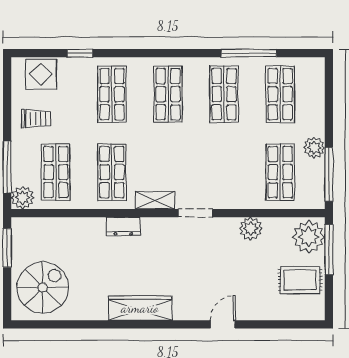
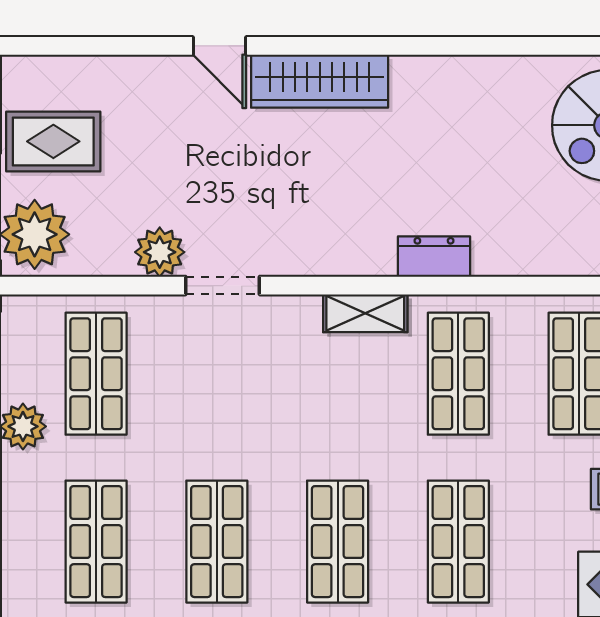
doorway: (196, 213) -> (223, 286), moved
wardrobe: (140, 308) -> (320, 81), moved
door: (223, 324) -> (220, 46), hinge flipped

